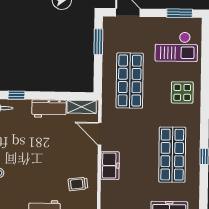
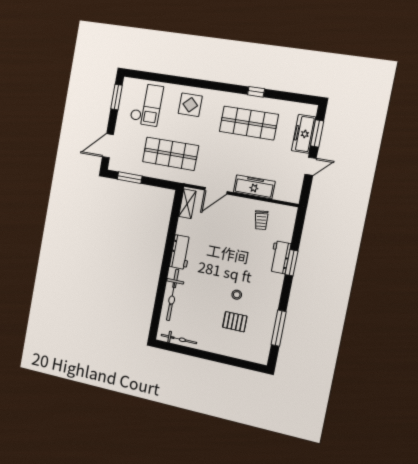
window: (17, 95) -> (166, 264), removed
workbench: (49, 109) -> (181, 252), moved
freezer: (110, 166) -> (254, 187), width x1.40

